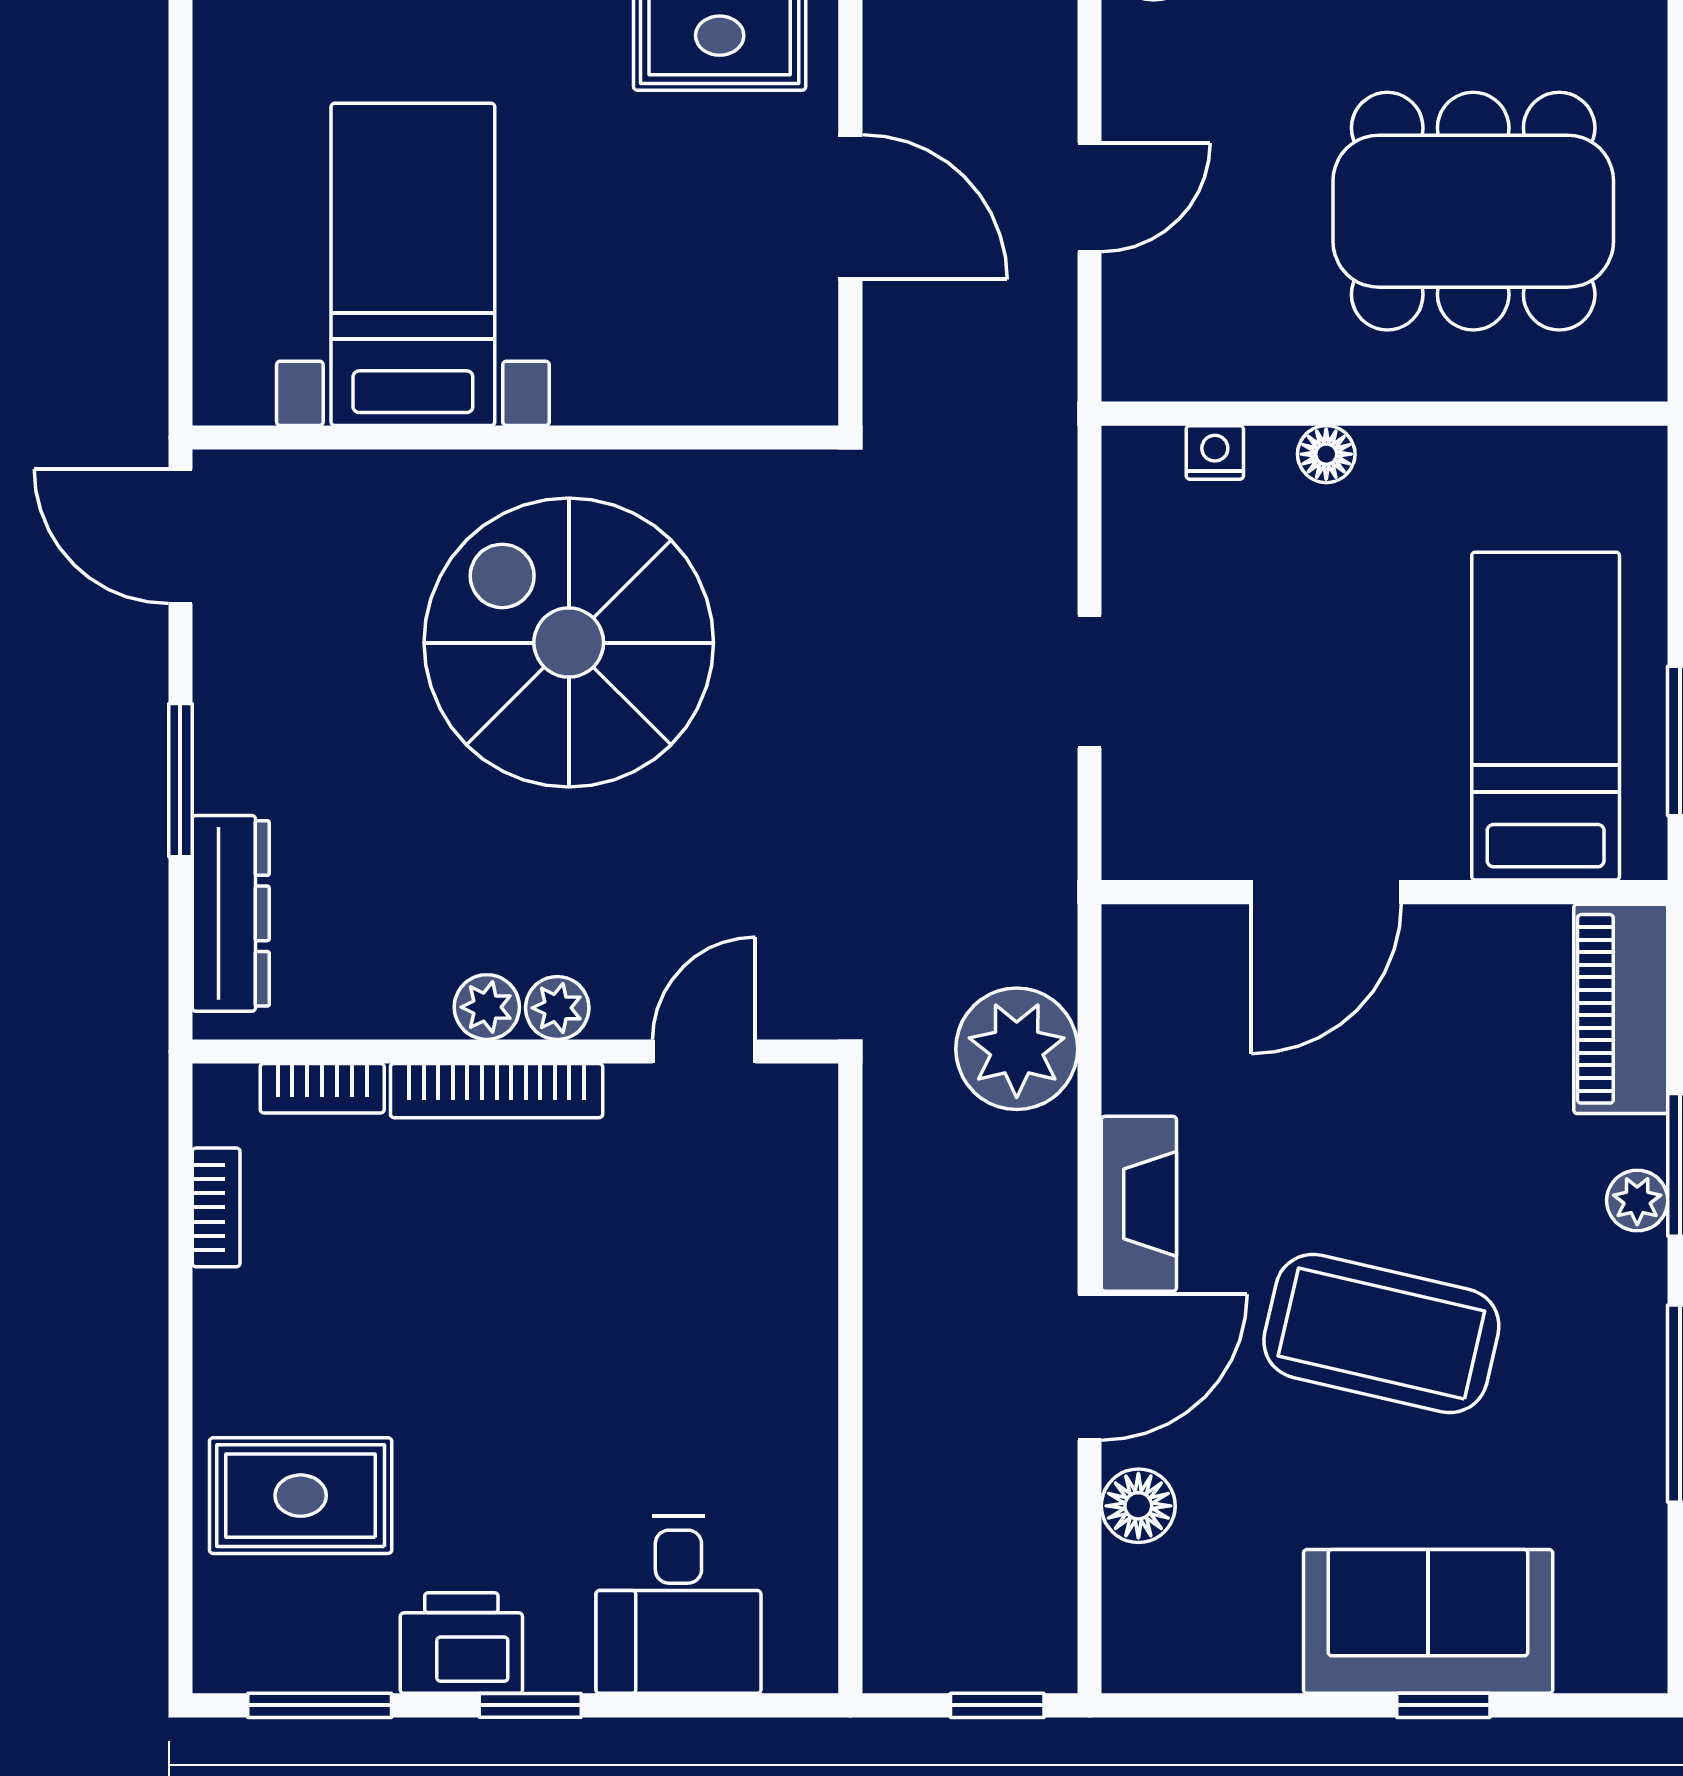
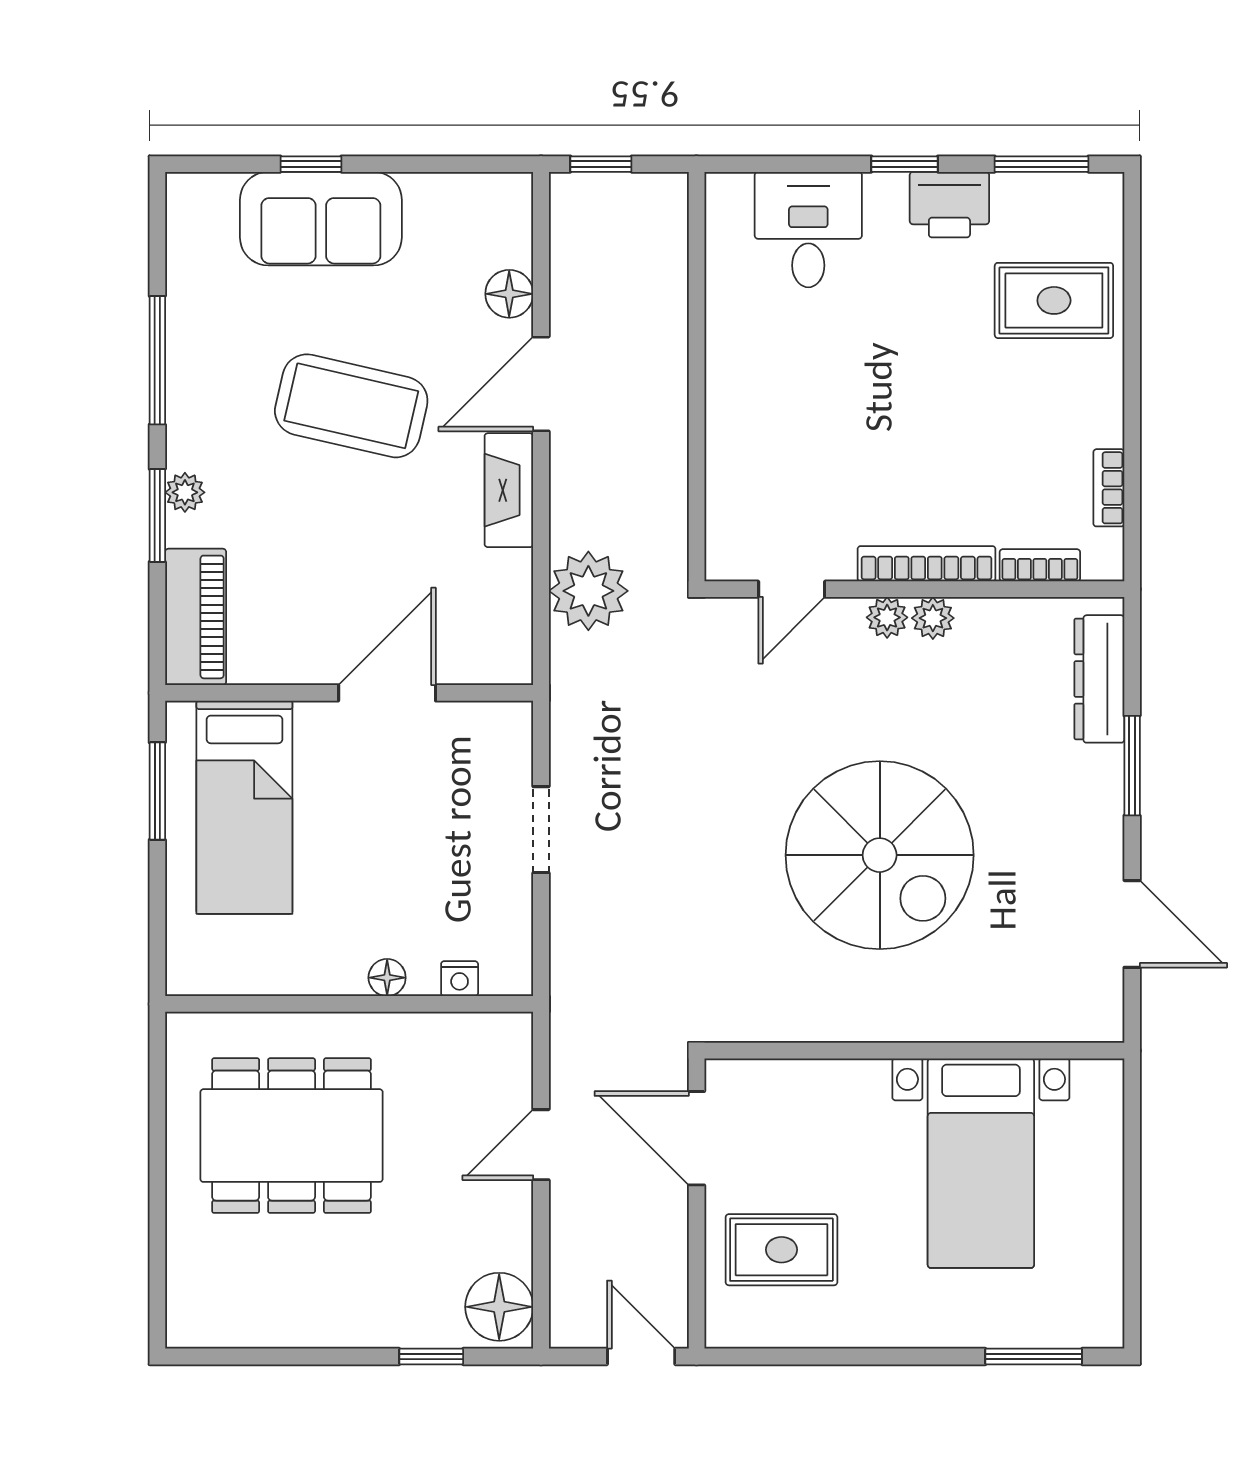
bed with nightstands: (413, 264) -> (981, 1163), moved
wall: (515, 438) -> (914, 1051), moved

